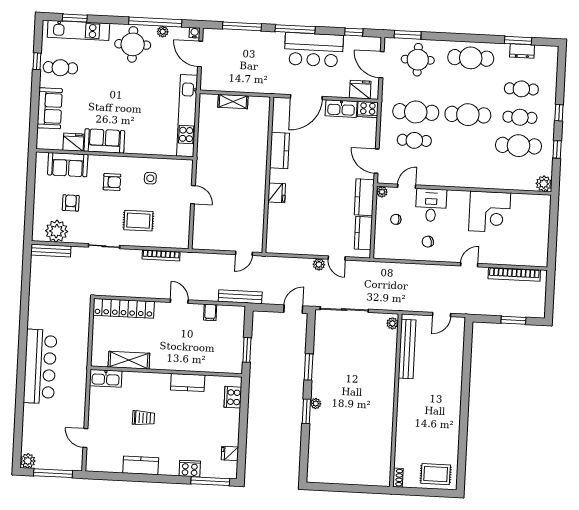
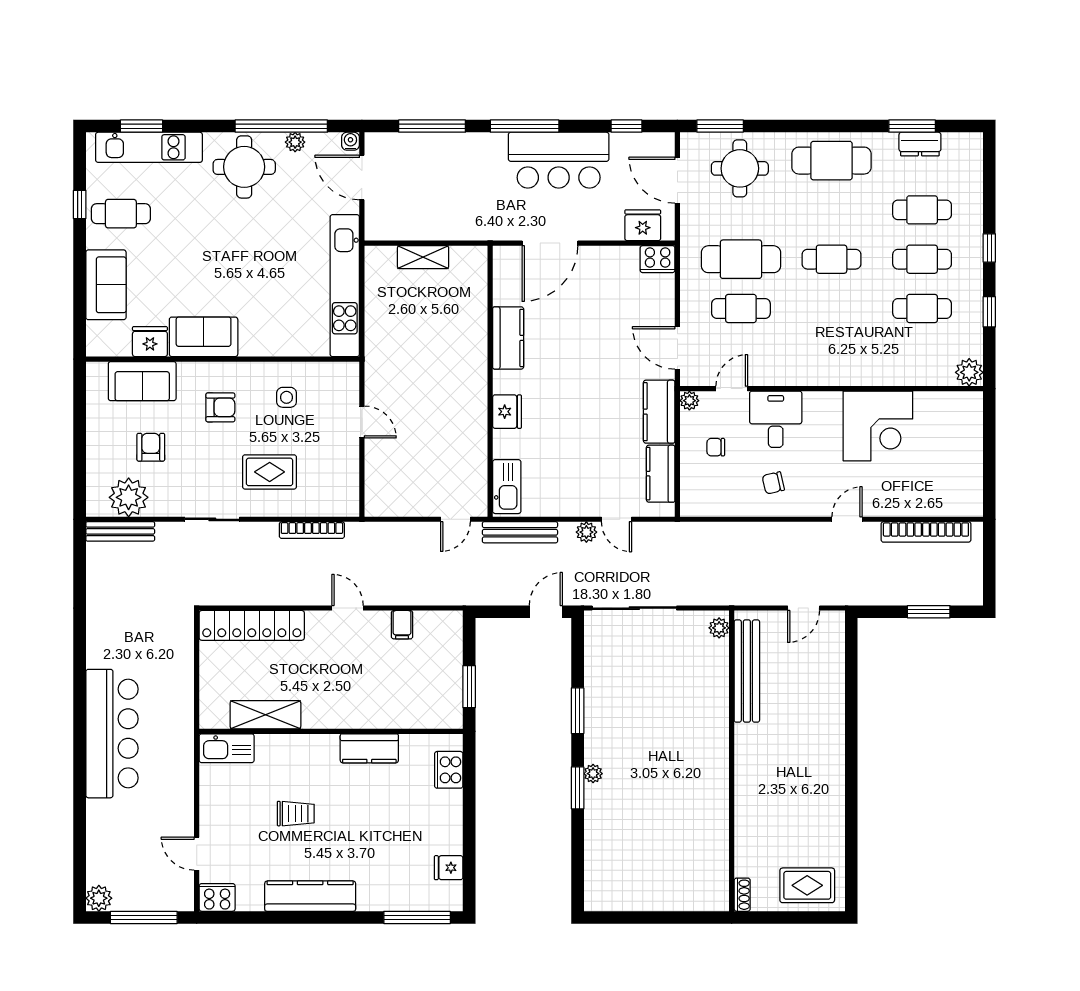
kitchen sink: (341, 109) -> (507, 487), moved, turned -90
cafe table: (468, 115) -> (832, 259), width x0.73, depth x0.74
cafe table: (518, 146) -> (922, 309), width x0.73, depth x0.74
bench: (240, 297) -> (520, 532), moved
kitchen counter: (141, 465) -> (310, 896), width x1.50
cooker: (190, 469) -> (217, 897), moved

